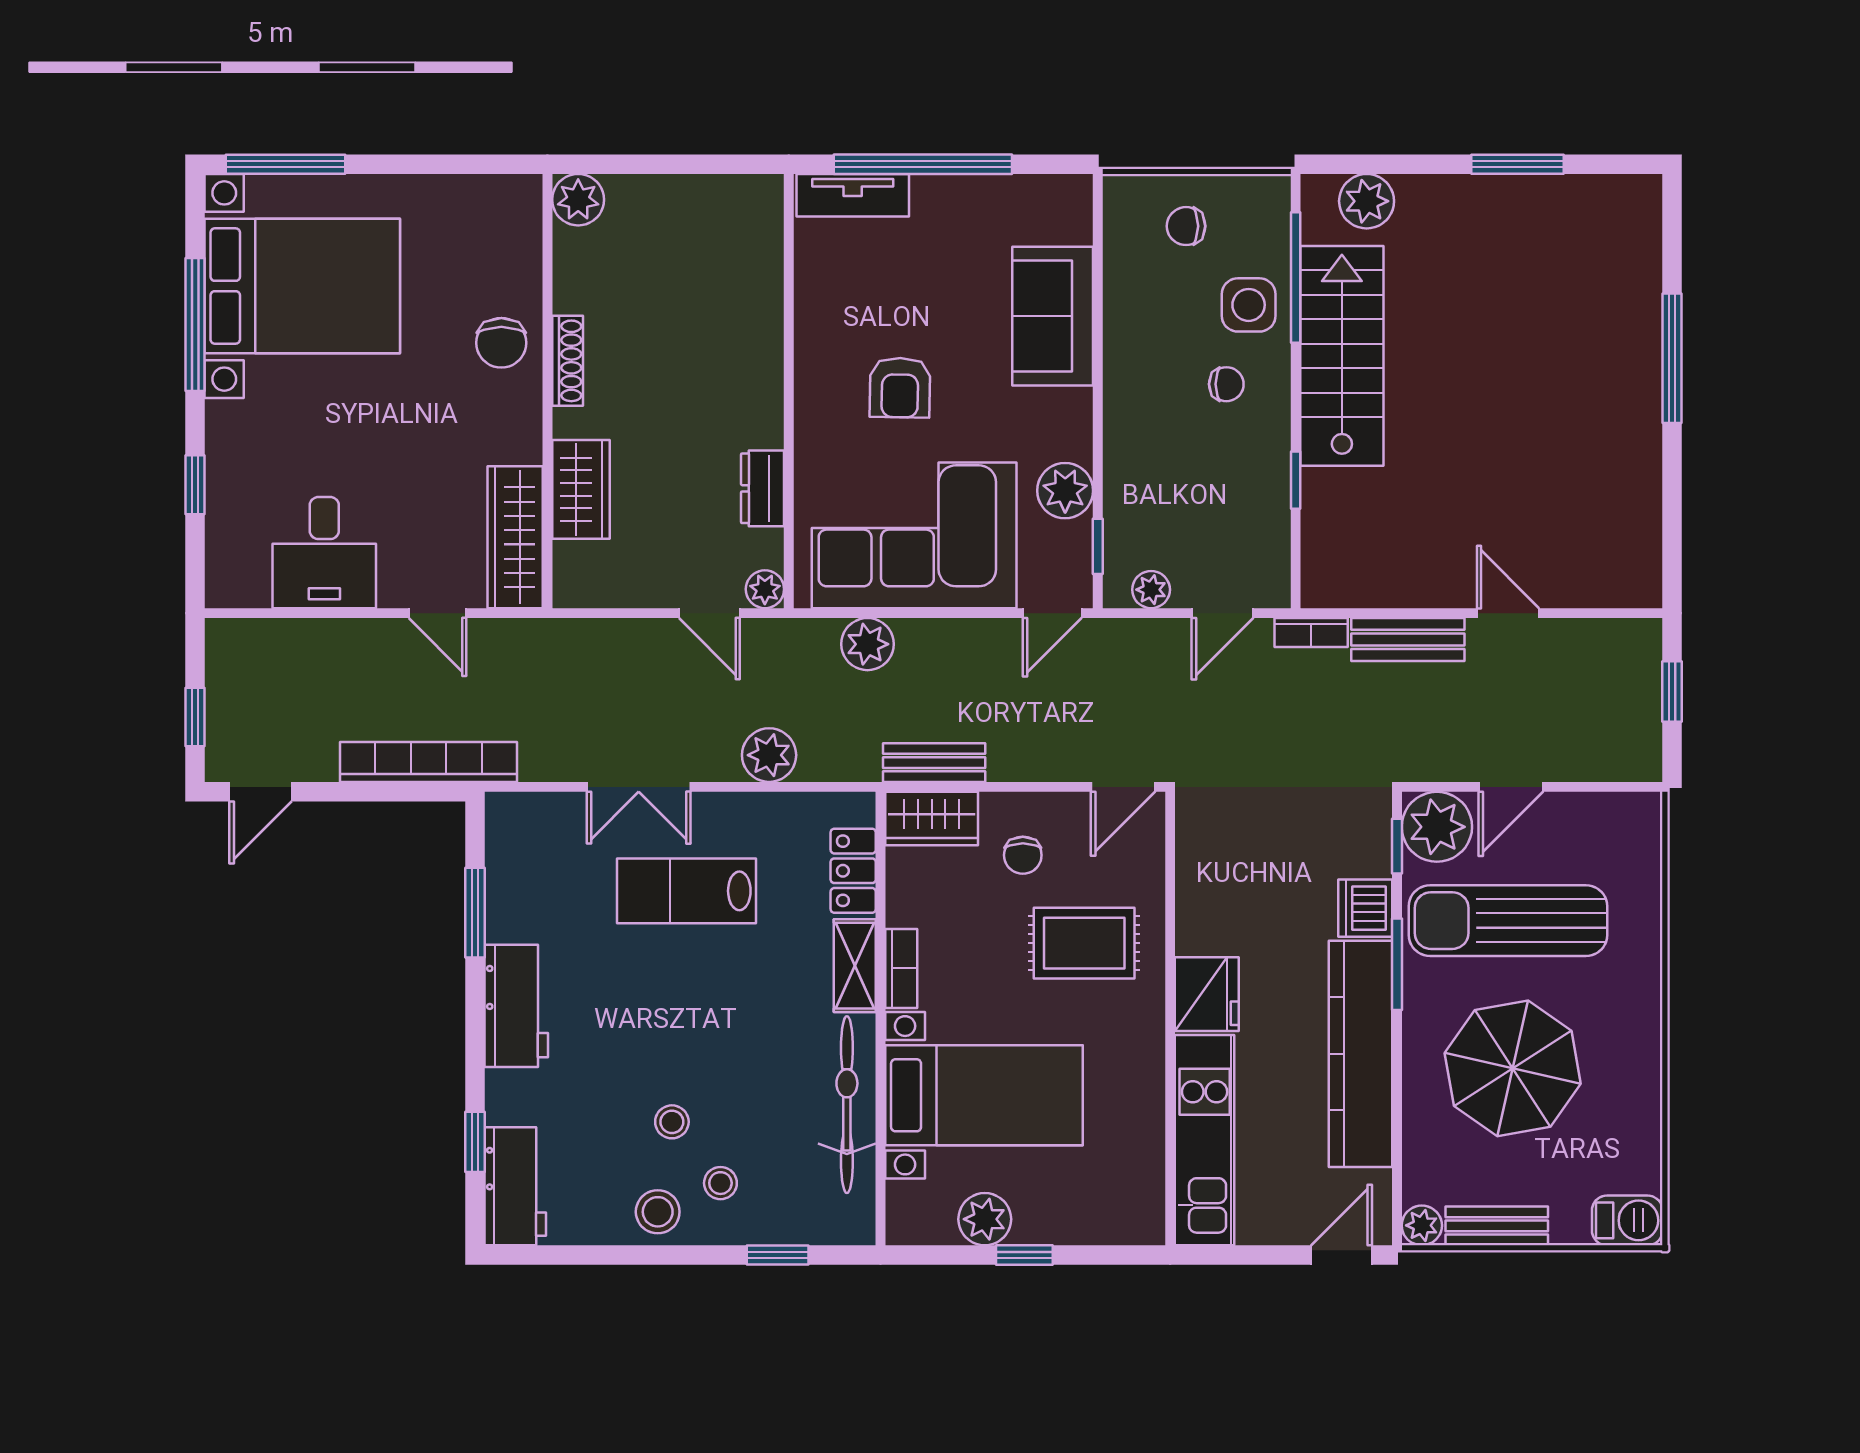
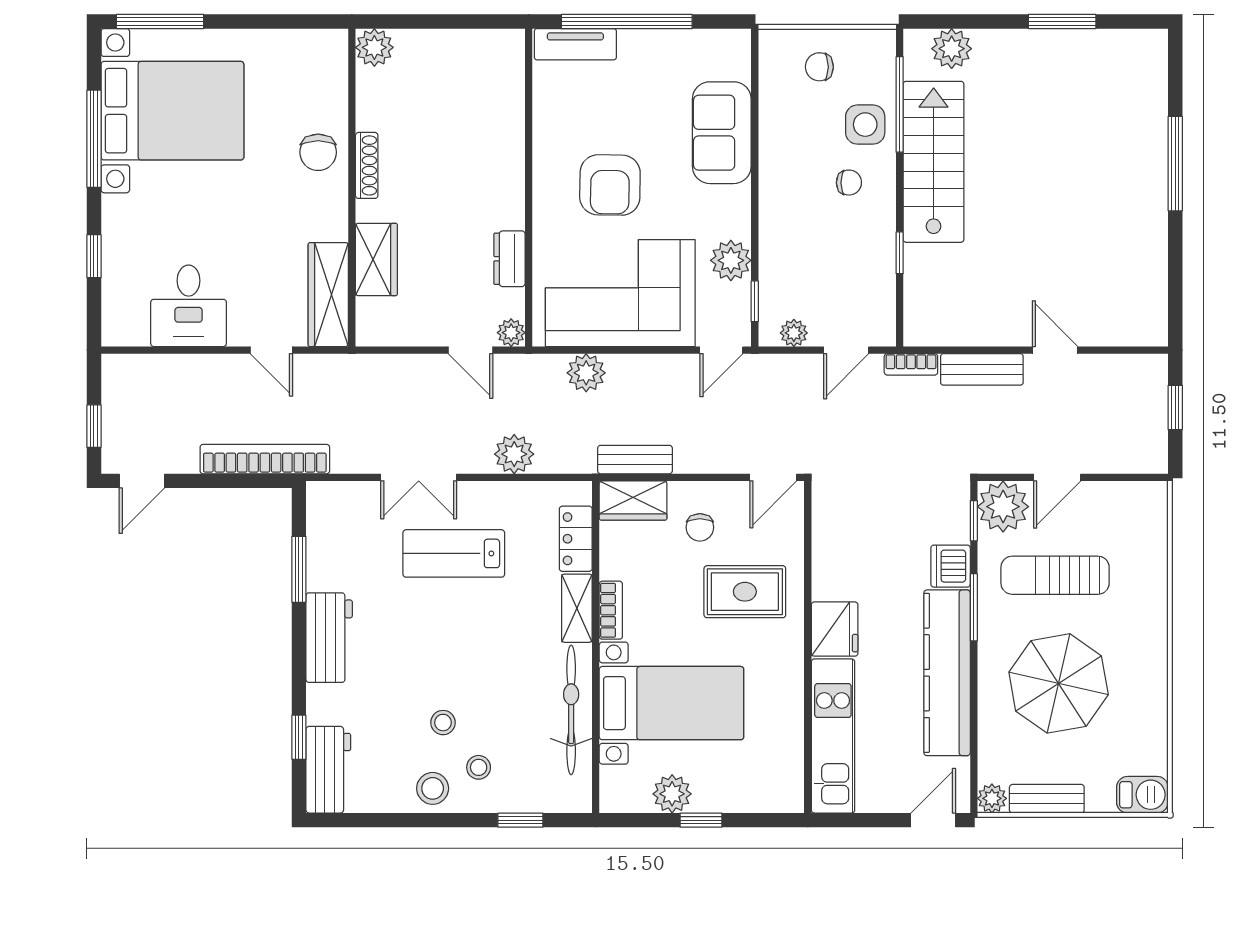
armchair: (900, 388) -> (610, 185), width x1.38, depth x1.38
sun lounger: (1508, 921) -> (1055, 575), width x0.73, depth x0.75

